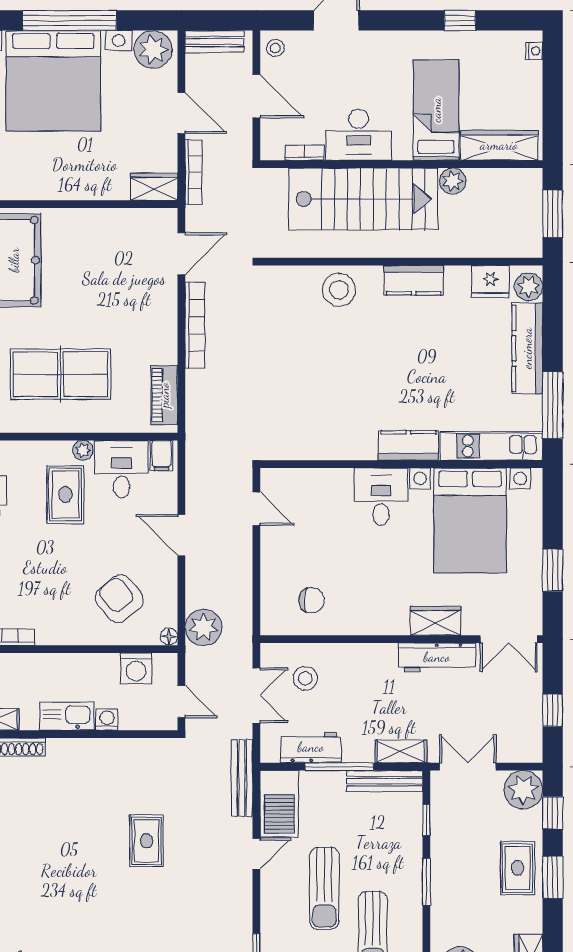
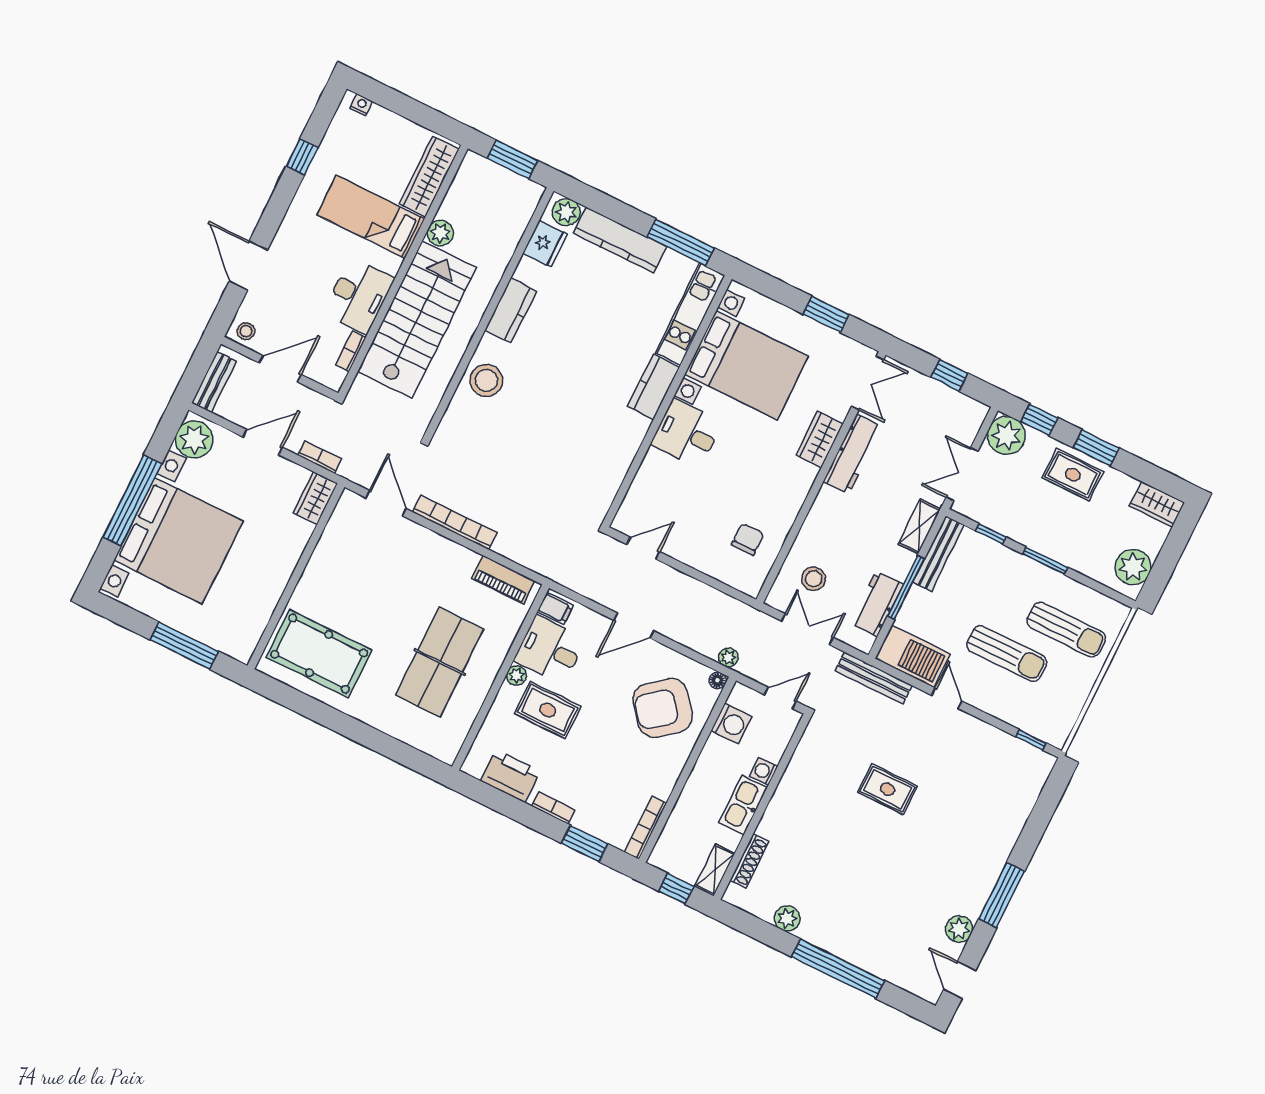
bookcase: (193, 172) -> (320, 457), width x0.64
armchair: (119, 599) -> (663, 708), width x1.36, depth x1.36
plant: (203, 627) -> (728, 658), width x0.53, depth x0.53

